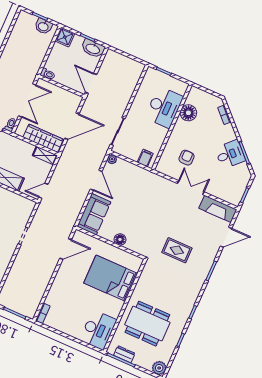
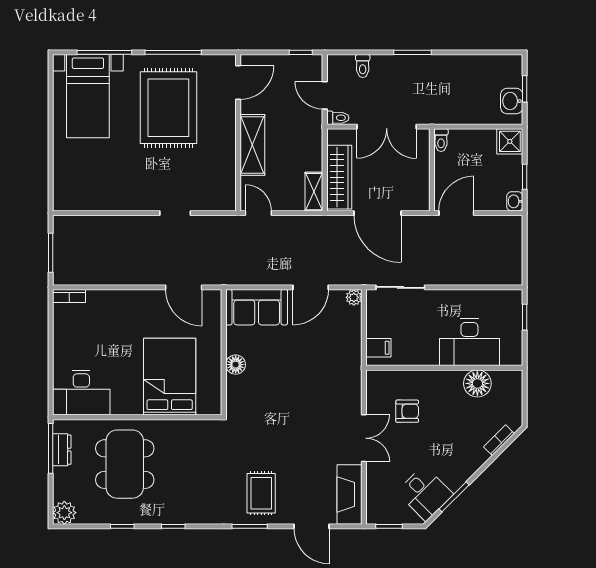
washbasin: (93, 49) -> (515, 201), width x0.52, depth x0.69
desk: (230, 154) -> (425, 493), moved
rug: (177, 250) -> (261, 493), moved

